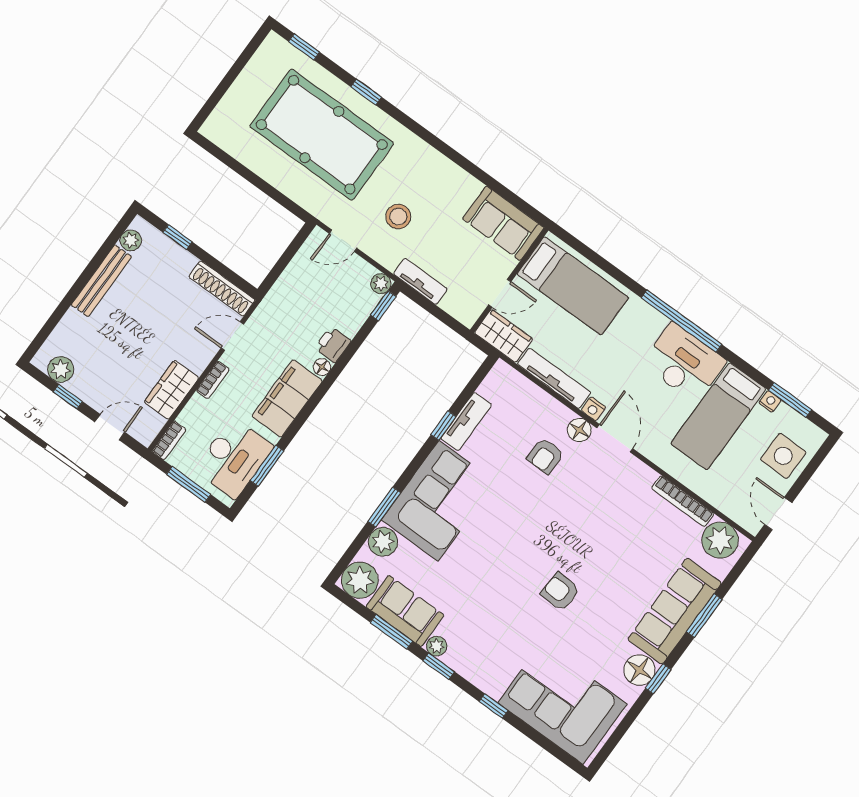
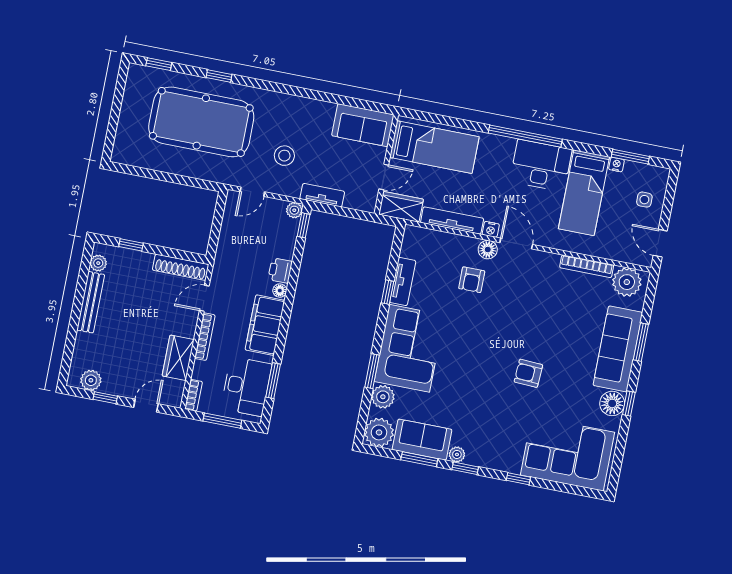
bookcase: (213, 380) -> (205, 337), width x1.56
side table: (783, 456) -> (644, 200), width x0.54, depth x0.54

